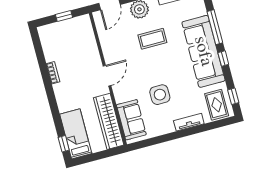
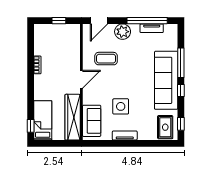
coffee table: (152, 39) -> (106, 59), moved
tv unit: (189, 122) -> (125, 135), moved

